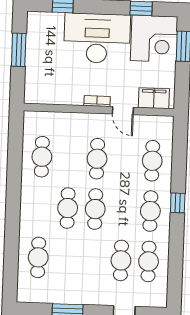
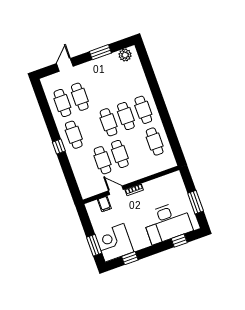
desk: (97, 38) -> (167, 223), moved
filing cabinet: (154, 98) -> (104, 204), width x0.50
cafe table: (152, 161) -> (103, 160), moved
cafe table: (38, 257) -> (143, 110), moved
plant: (35, 293) -> (125, 55), added

